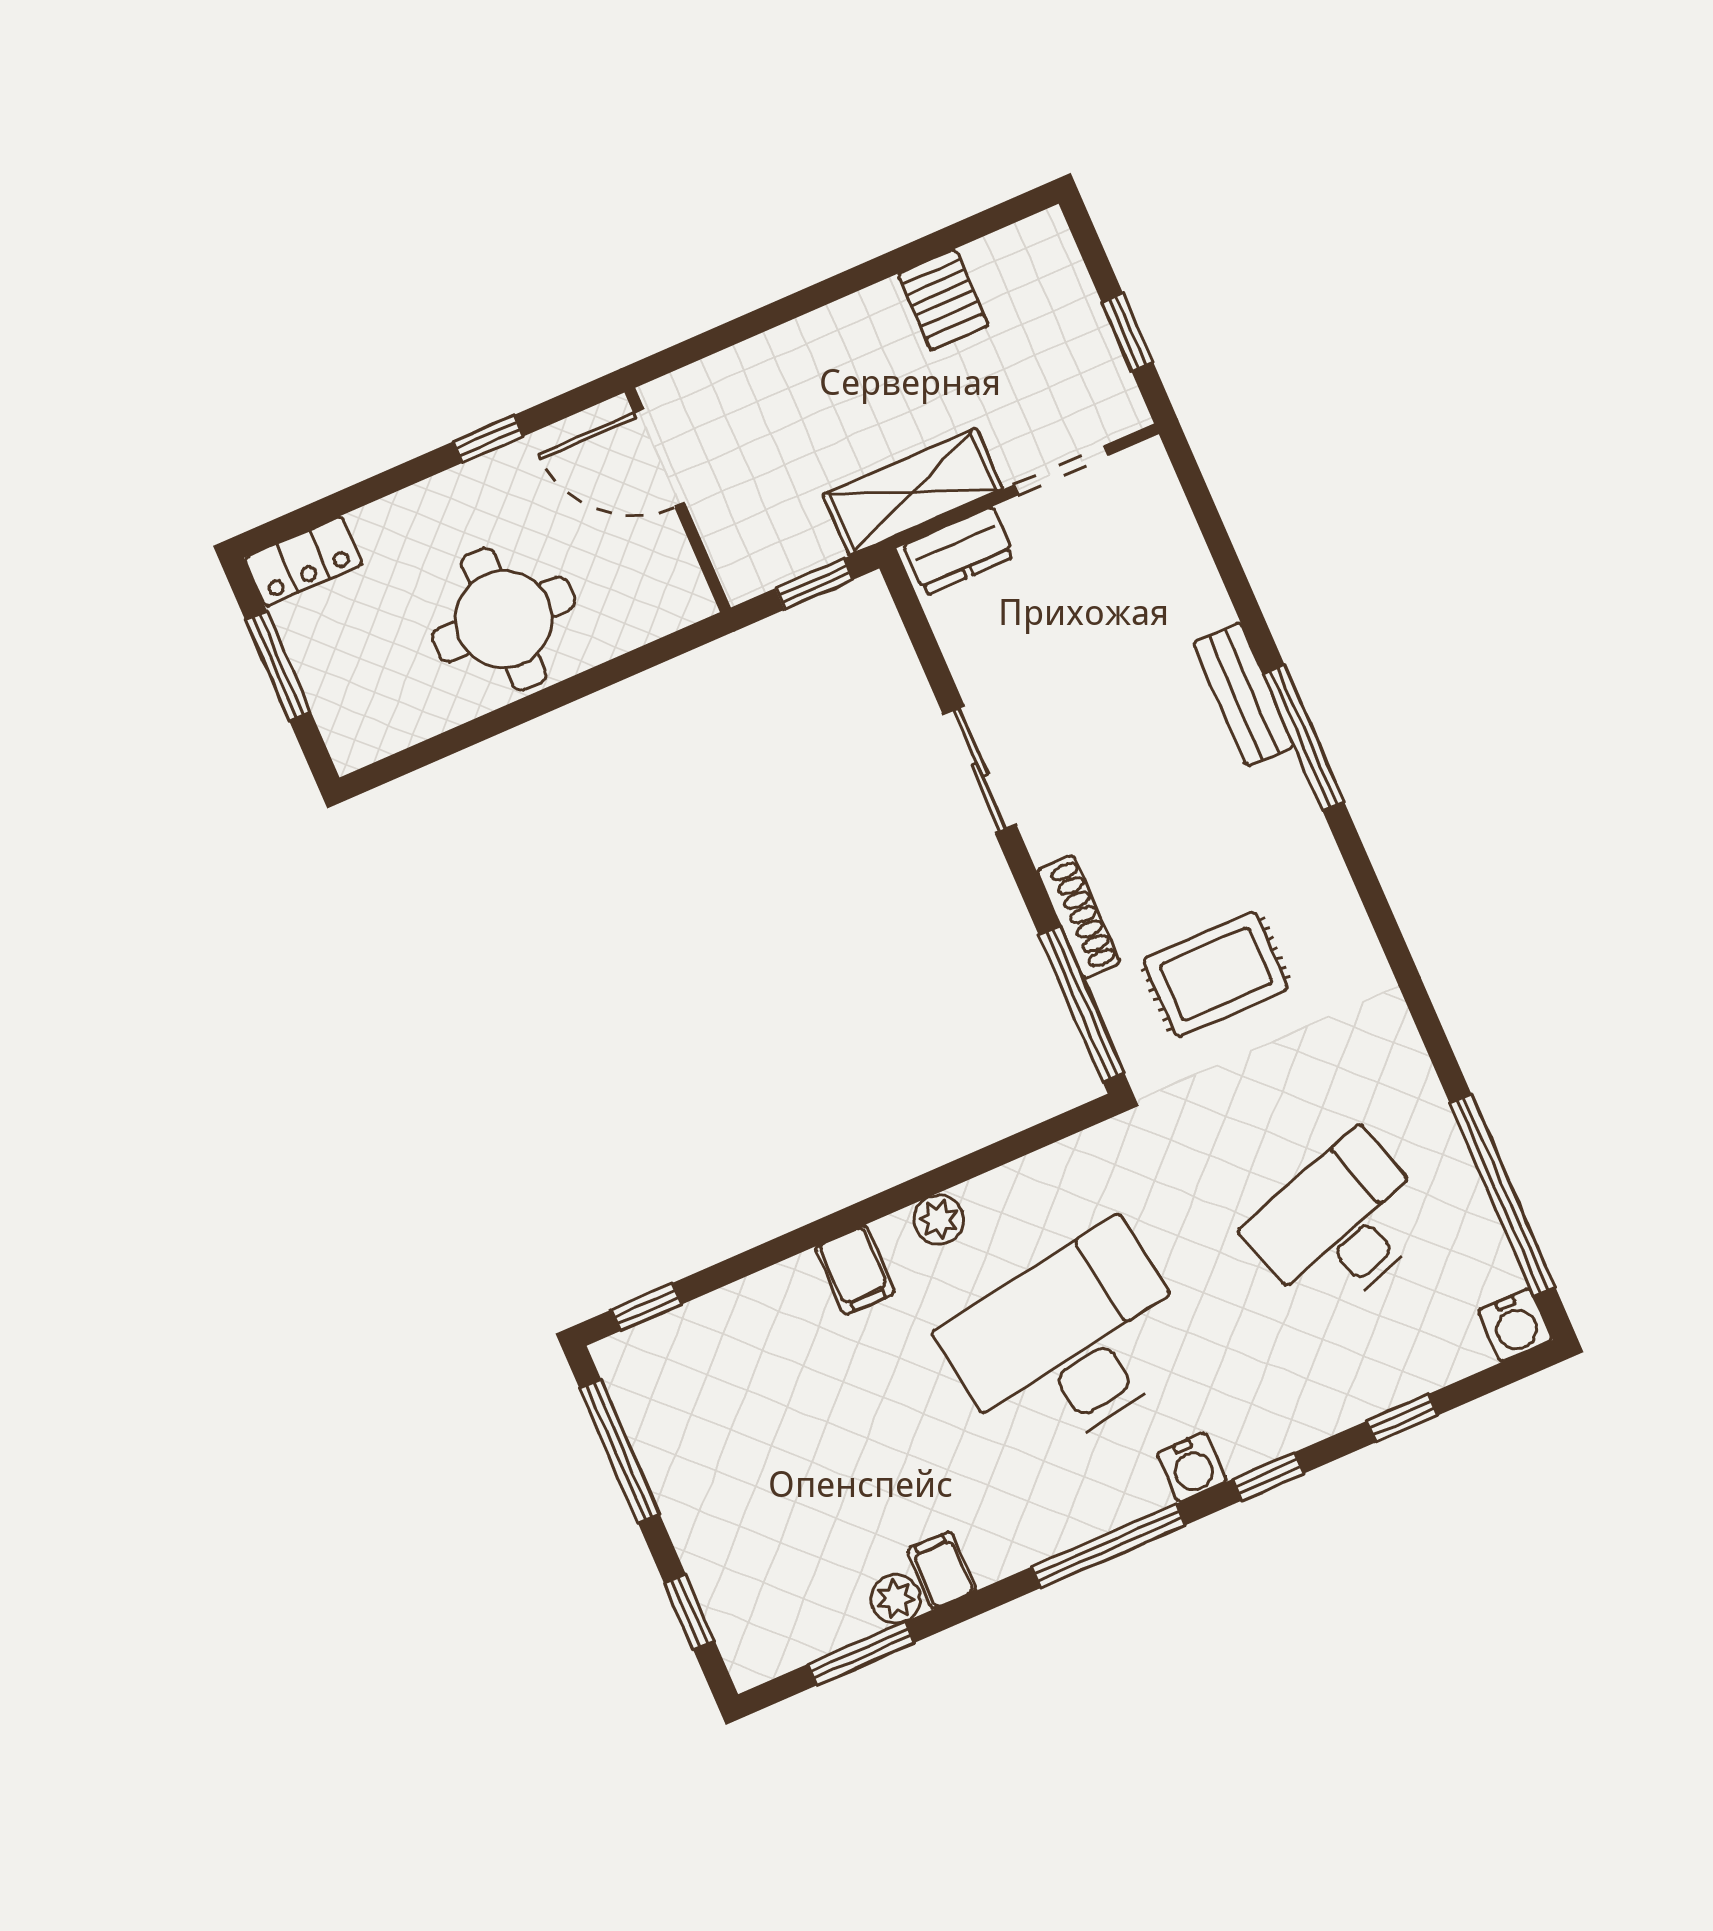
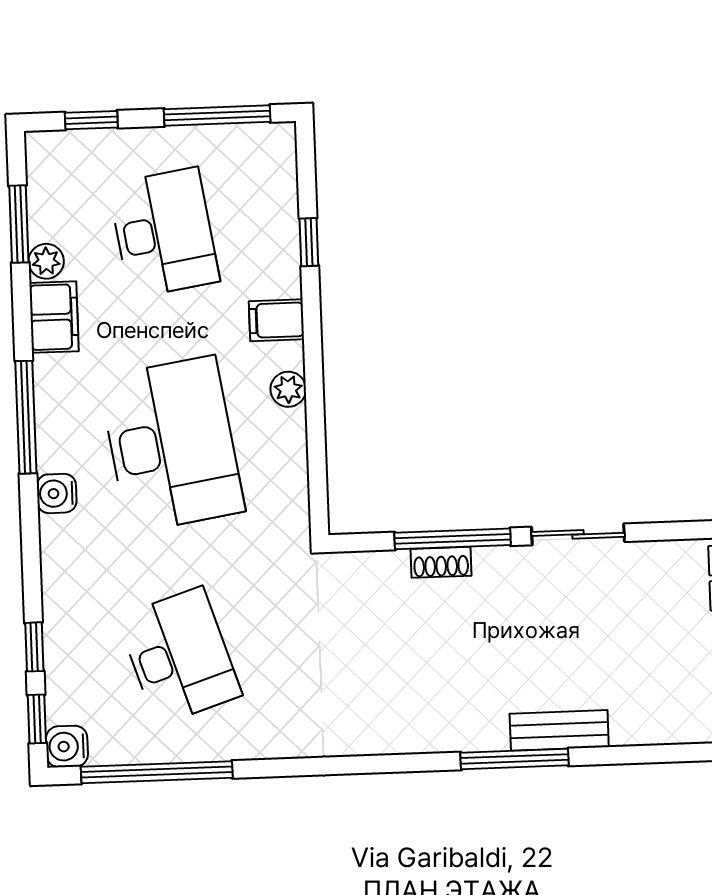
shoe rack: (1078, 917) -> (441, 562), width x0.70
rug: (1216, 974) -> (380, 639), removed
window: (1082, 1004) -> (453, 539), moved
window: (647, 1307) -> (309, 242), moved
desk: (799, 1461) -> (164, 233), added
window: (1268, 1477) -> (37, 719), moved
filing cabinet: (942, 1570) -> (54, 317), width x2.00

